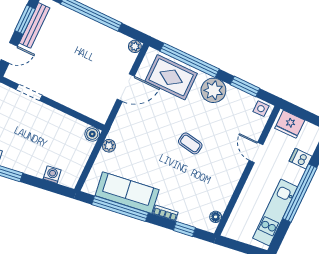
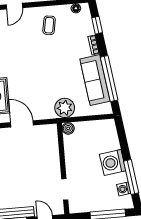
coffee table: (190, 143) -> (49, 25), moved
plant: (109, 146) -> (65, 108), width x1.87, depth x1.87
washing machine: (52, 175) -> (113, 162), moved, width x1.89, depth x1.89

